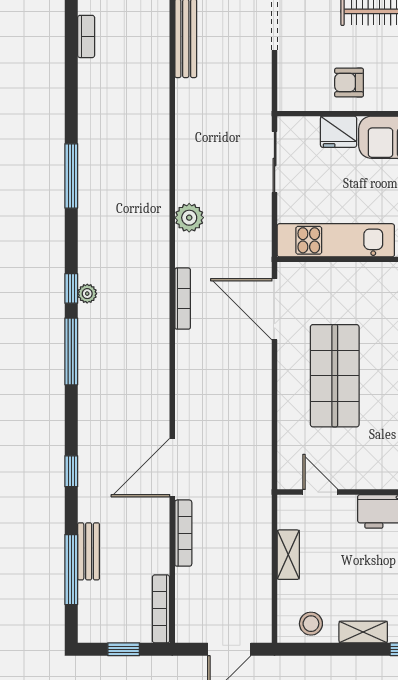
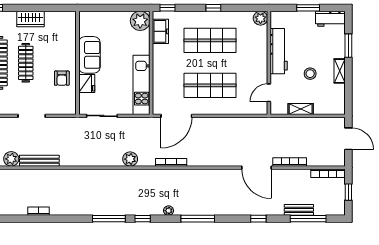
window: (71, 288) -> (143, 219), moved
stool: (311, 624) -> (310, 74), moved

